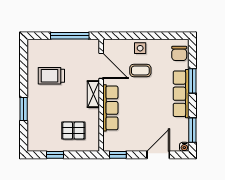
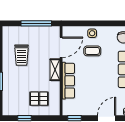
door: (101, 66) -> (61, 47), hinge flipped
trolley: (51, 76) -> (22, 55), turned -90

